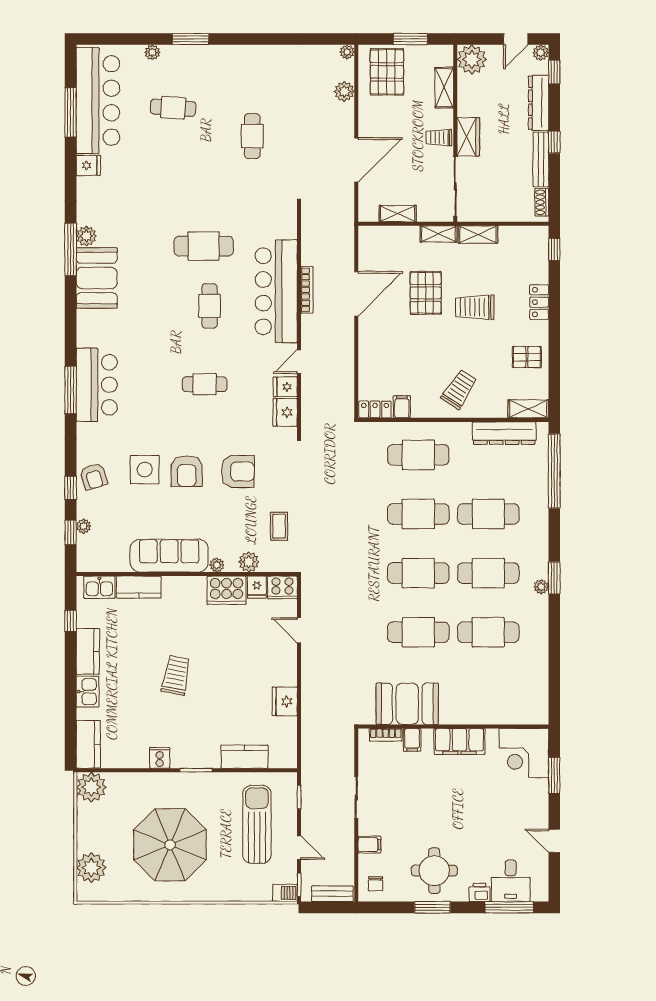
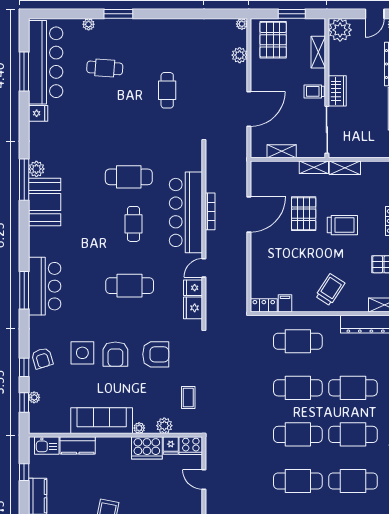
trolley: (475, 307) -> (342, 225), turned 180
cafe table: (205, 384) -> (130, 286), width x1.37, depth x1.35

